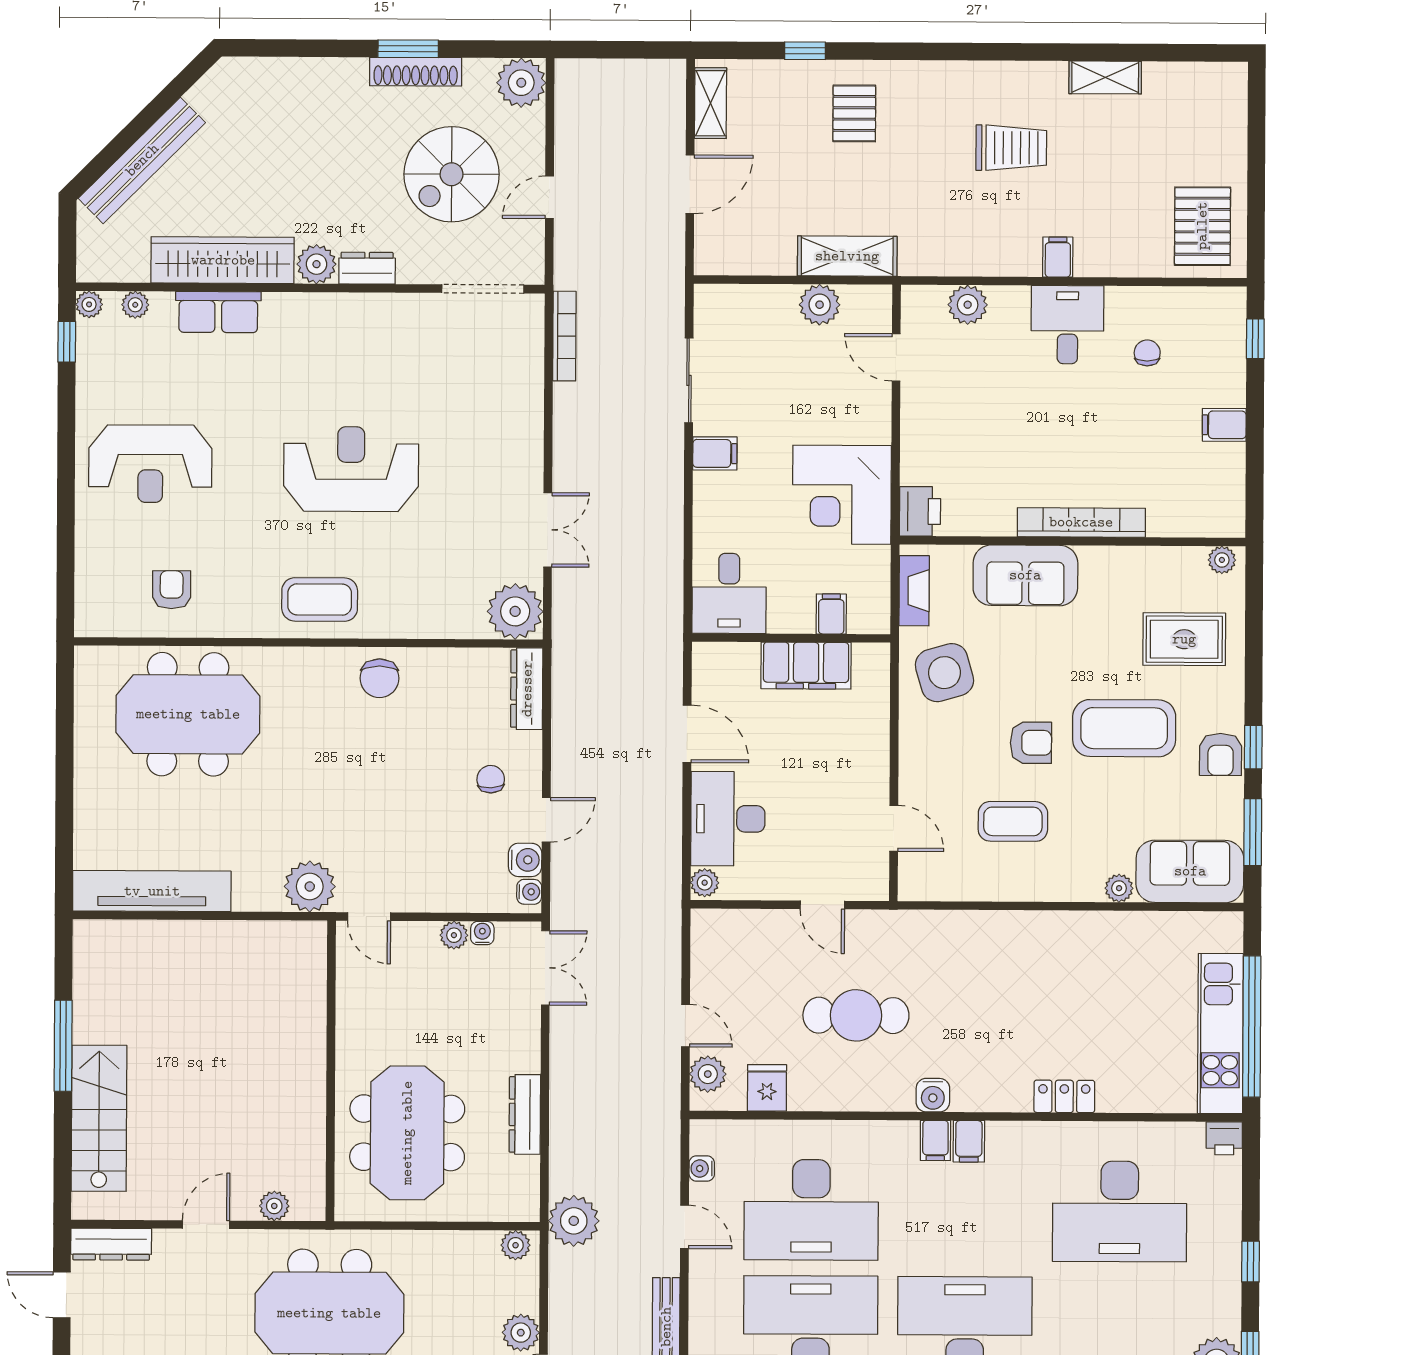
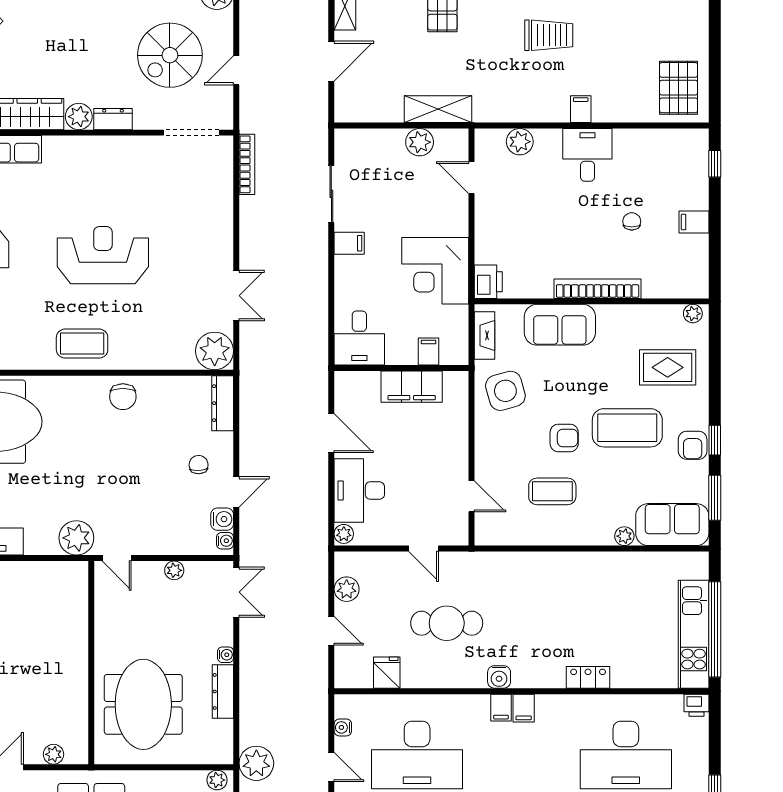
chair: (1147, 353) -> (632, 221), moved
water cooler: (482, 933) -> (226, 655), moved, turned 90
plant: (708, 1074) -> (347, 589), moved

